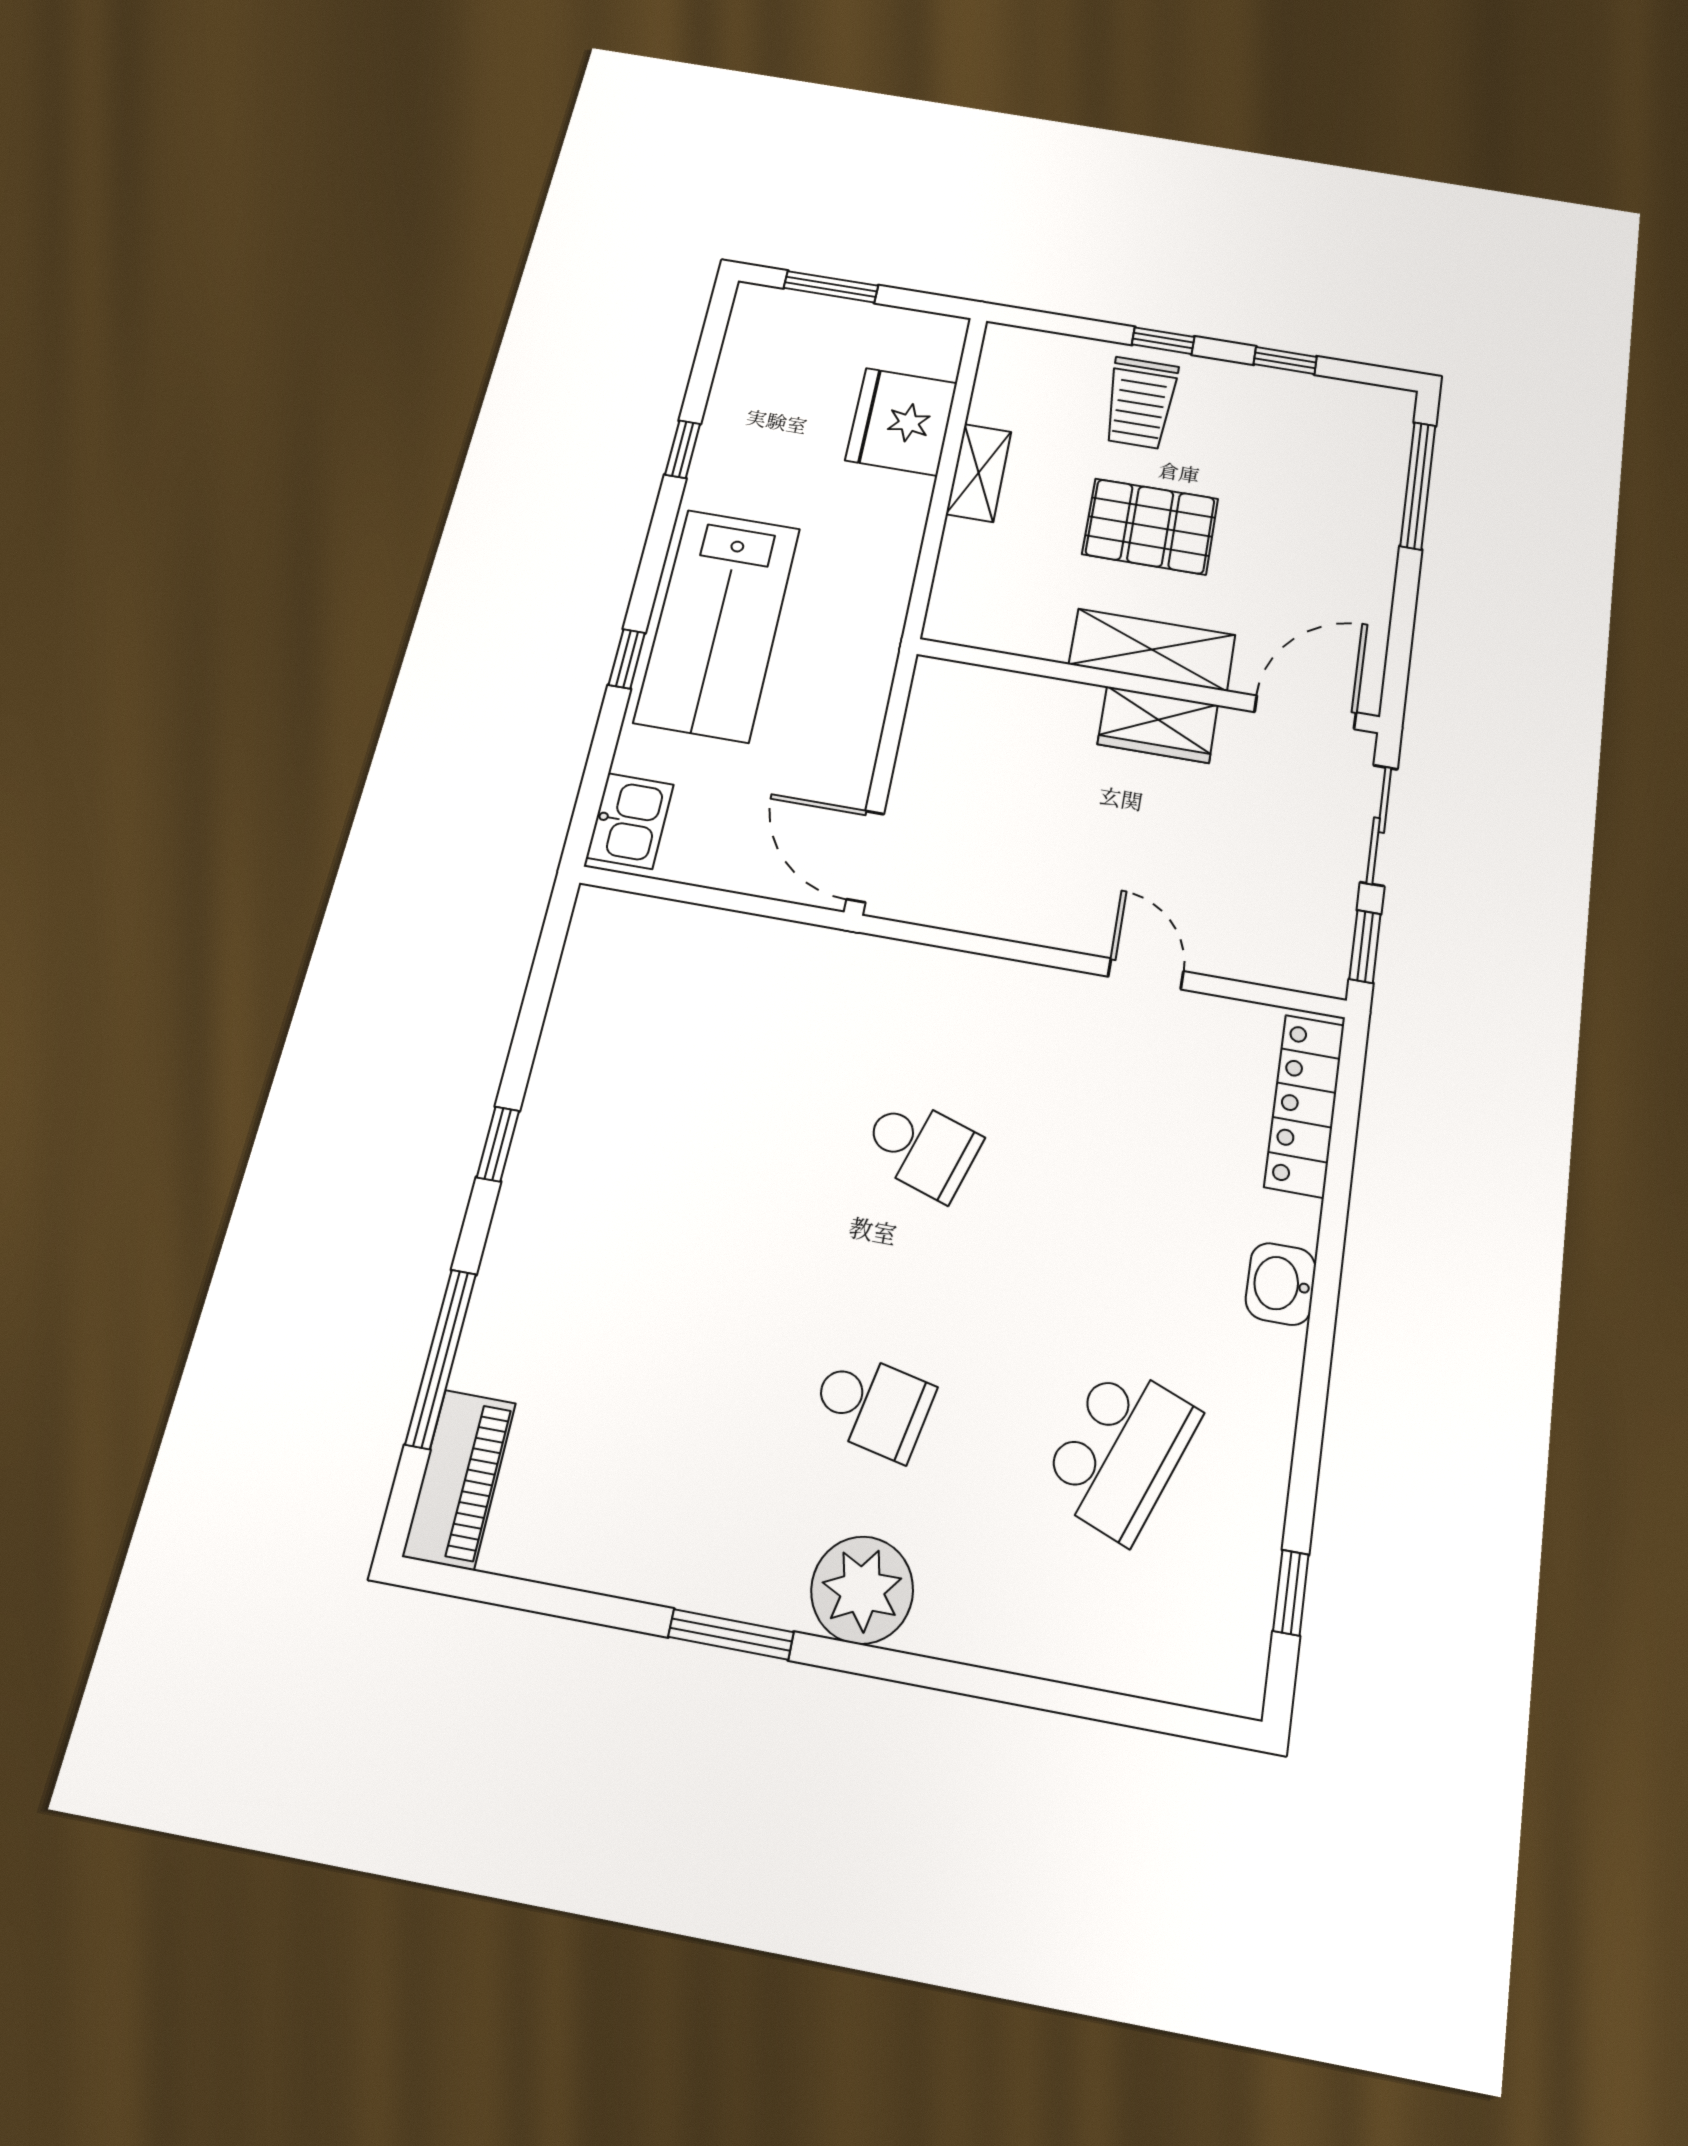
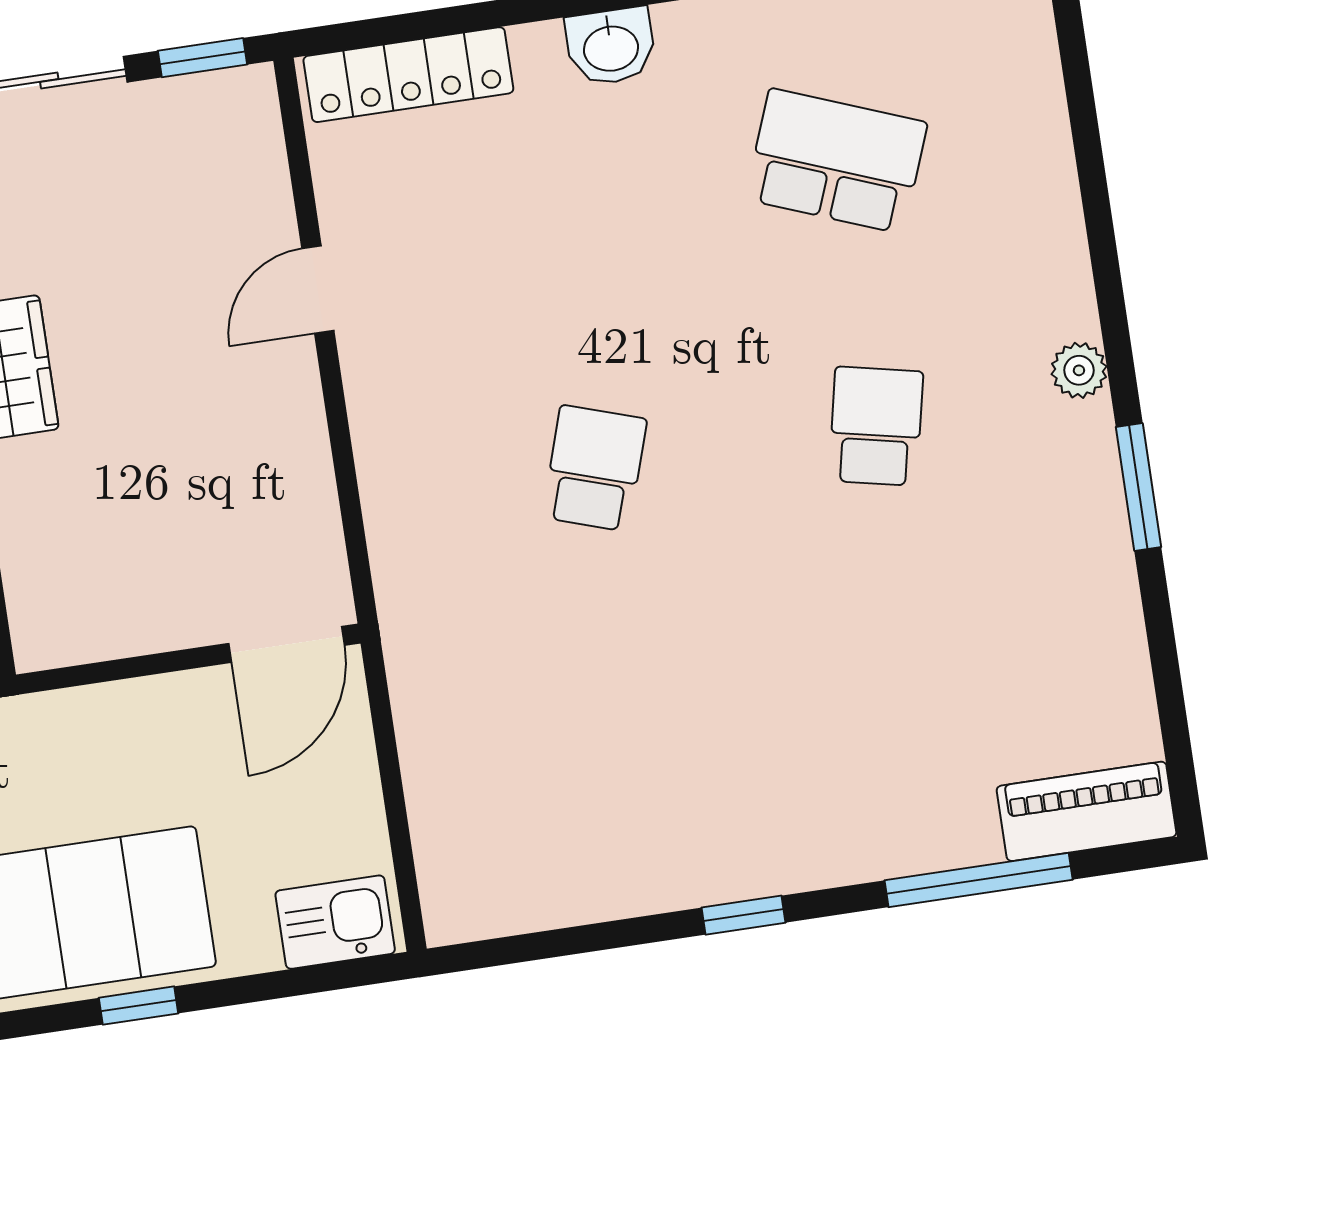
plant: (862, 1590) -> (1079, 370), width x0.53, depth x0.53

